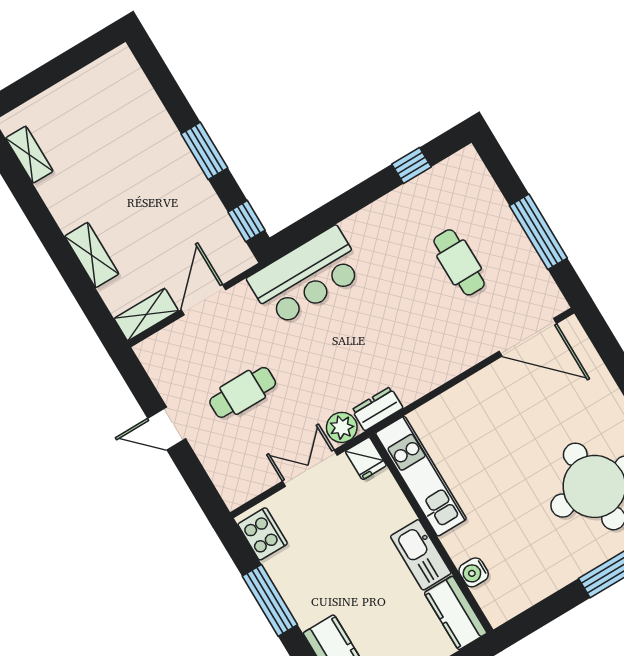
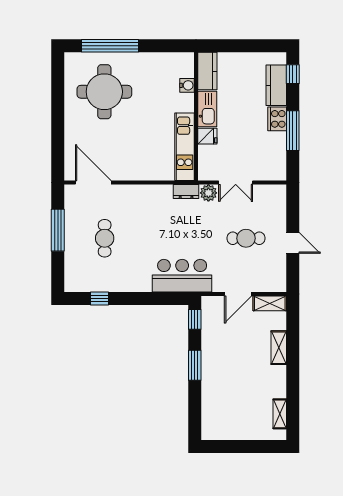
fridge: (366, 458) -> (207, 136), moved, turned 90
cooker: (263, 534) -> (277, 119), moved

